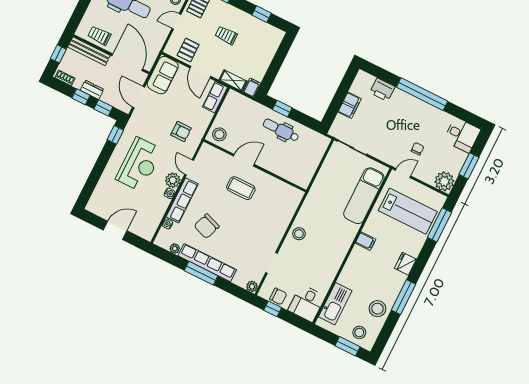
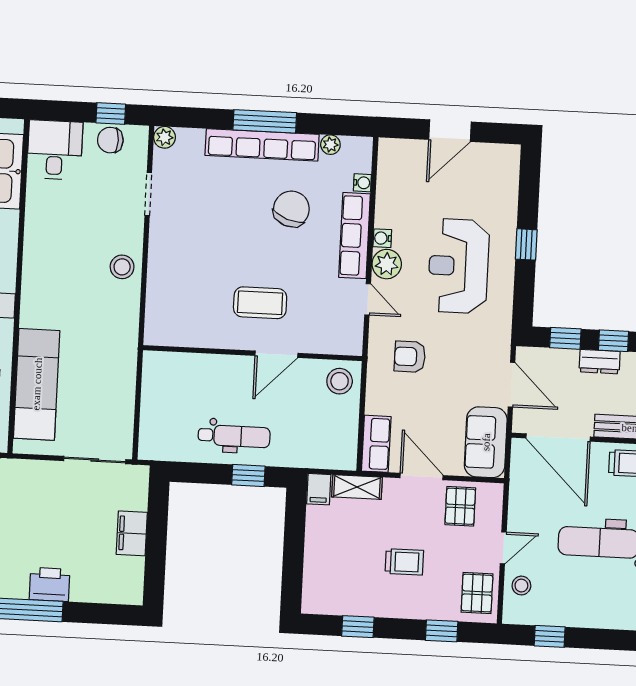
printer: (382, 90) -> (50, 584), moved
window: (115, 135) -> (526, 244), moved

